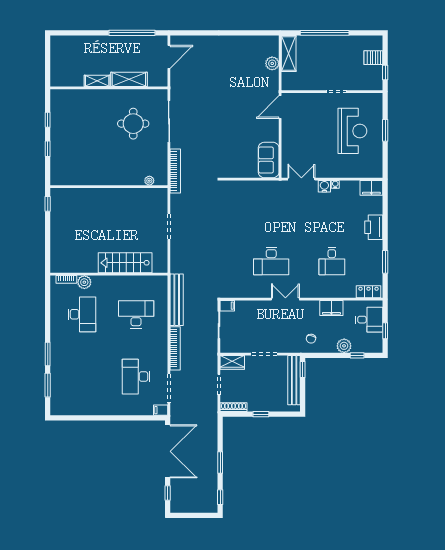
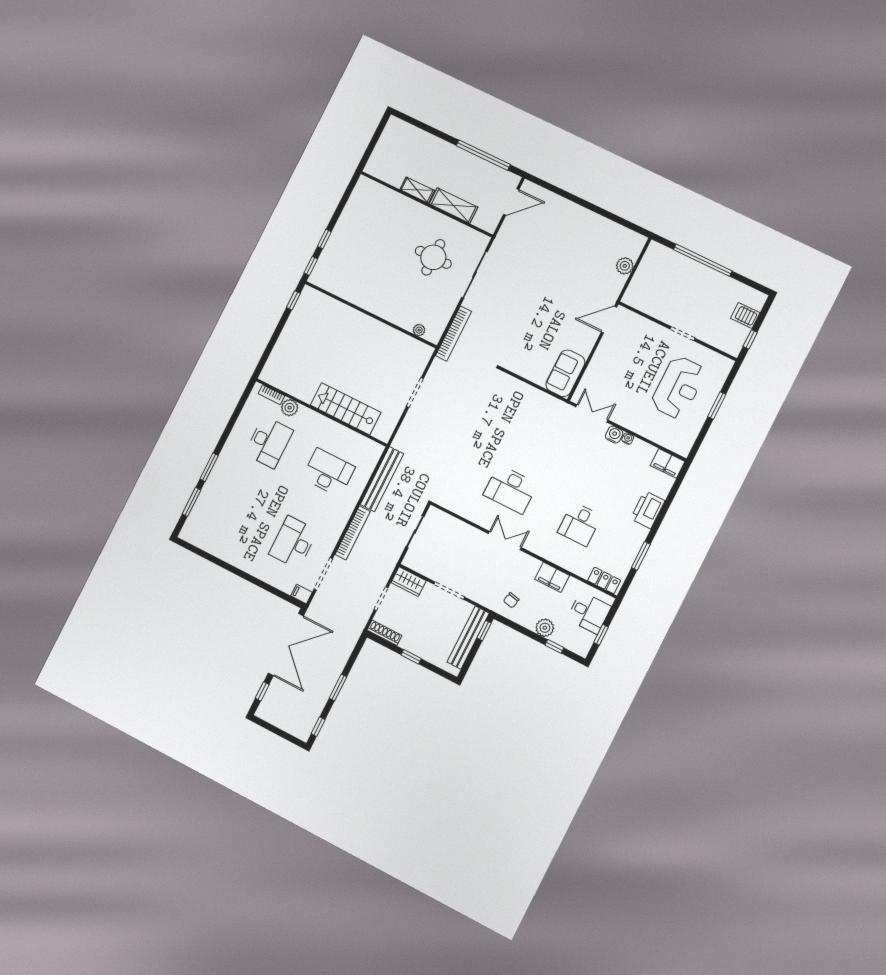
shelving: (289, 53) -> (649, 264), removed
window: (48, 120) -> (311, 266), moved
filing cabinet: (227, 306) -> (435, 515), removed

